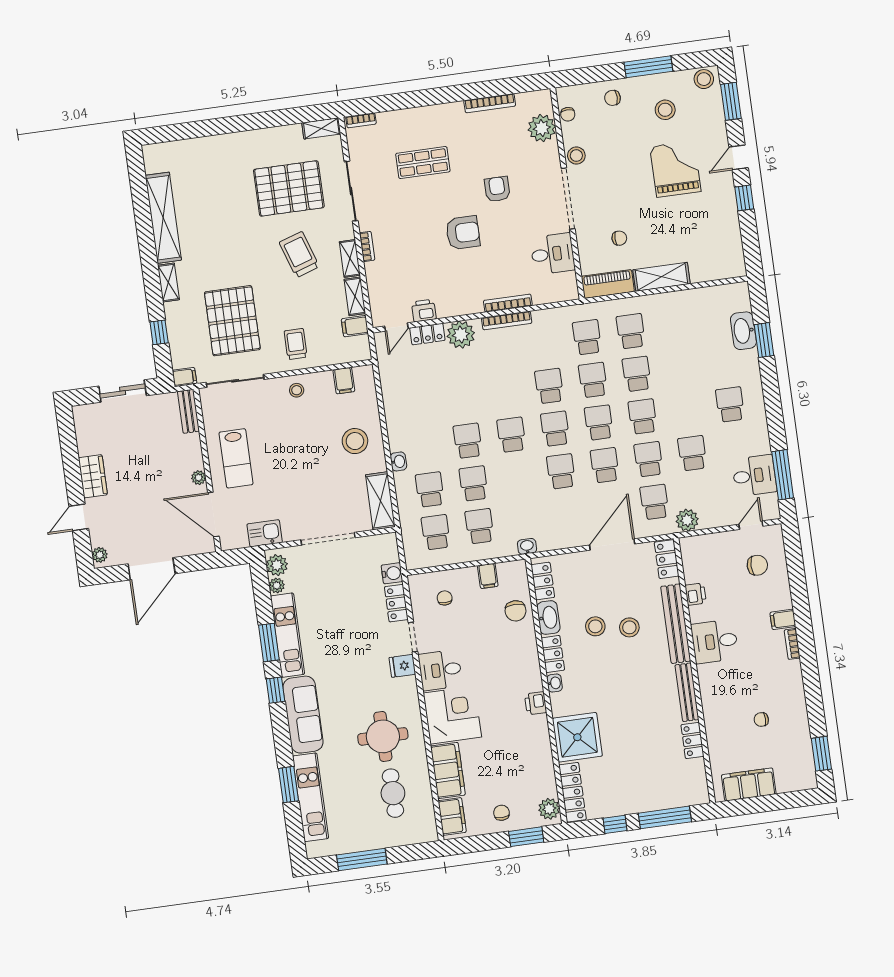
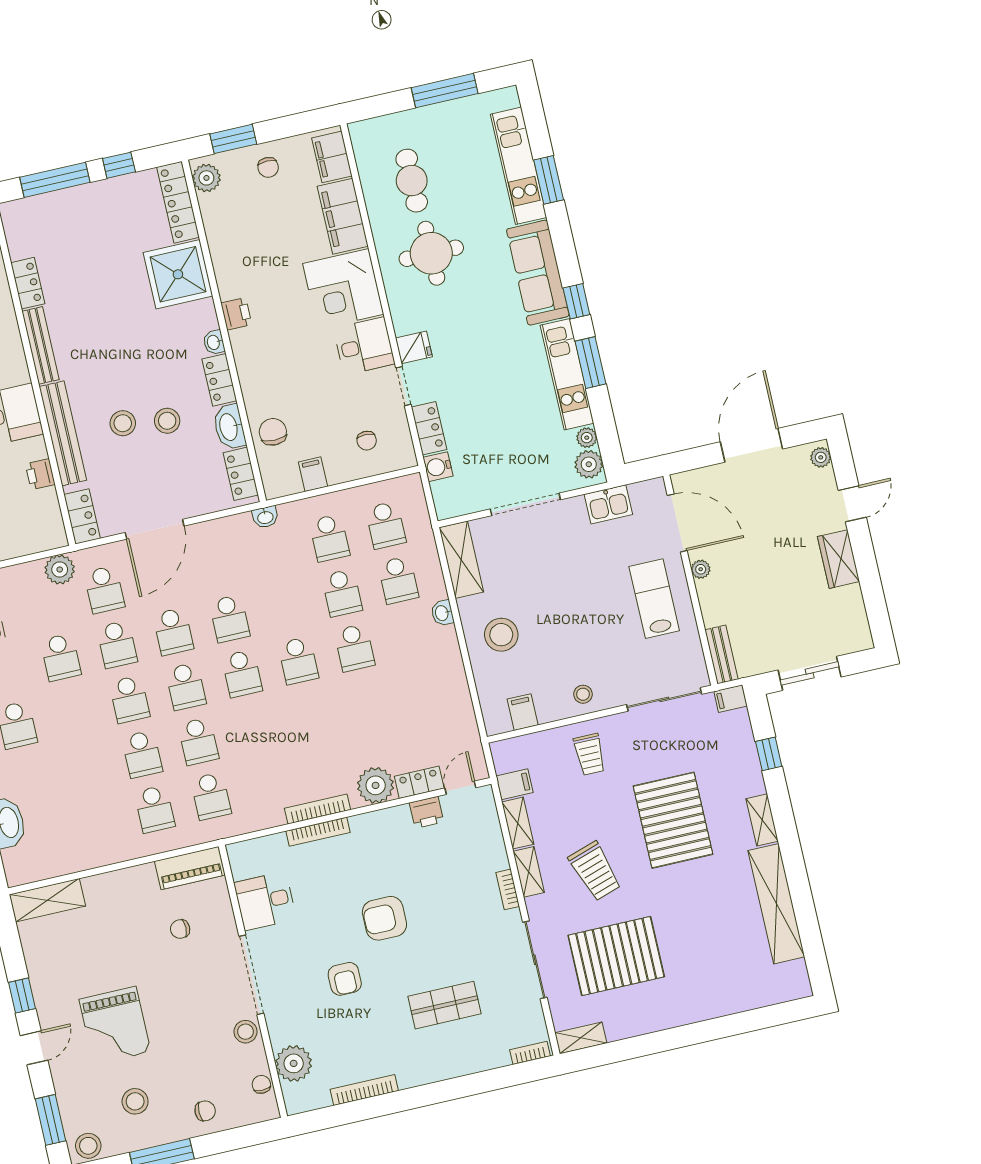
shelving: (662, 277) -> (47, 900), moved
pallet: (232, 321) -> (673, 820), moved
school desk: (549, 386) -> (255, 728), removed

